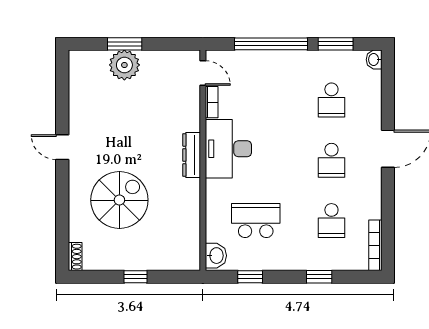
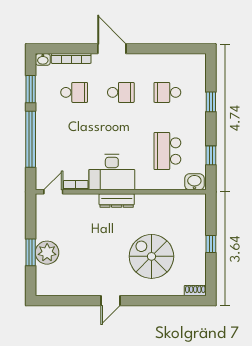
school desk: (331, 221) -> (167, 92), turned 180
bookcase: (375, 245) -> (71, 58), moved

